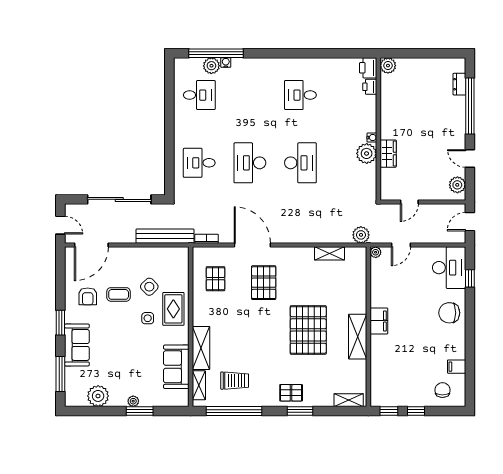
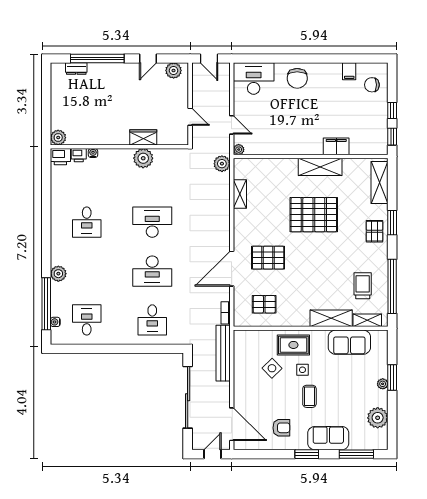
water cooler: (226, 62) -> (55, 322), moved
plant: (211, 66) -> (58, 274), moved
water cooler: (372, 138) -> (93, 153), moved
window: (470, 278) -> (264, 58), removed
coffee table: (119, 294) -> (309, 396), moved
filing cabinet: (379, 321) -> (336, 146), moved
shelving: (349, 400) -> (380, 183), width x1.50, depth x1.33

